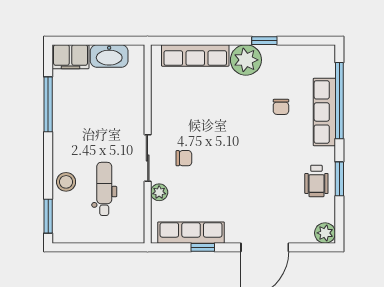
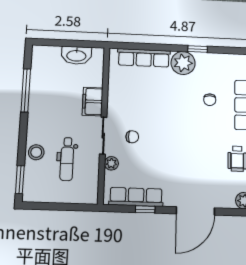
filing cabinet: (71, 57) -> (93, 102), moved, turned 90
dental chair: (104, 189) -> (67, 159), turned 180

